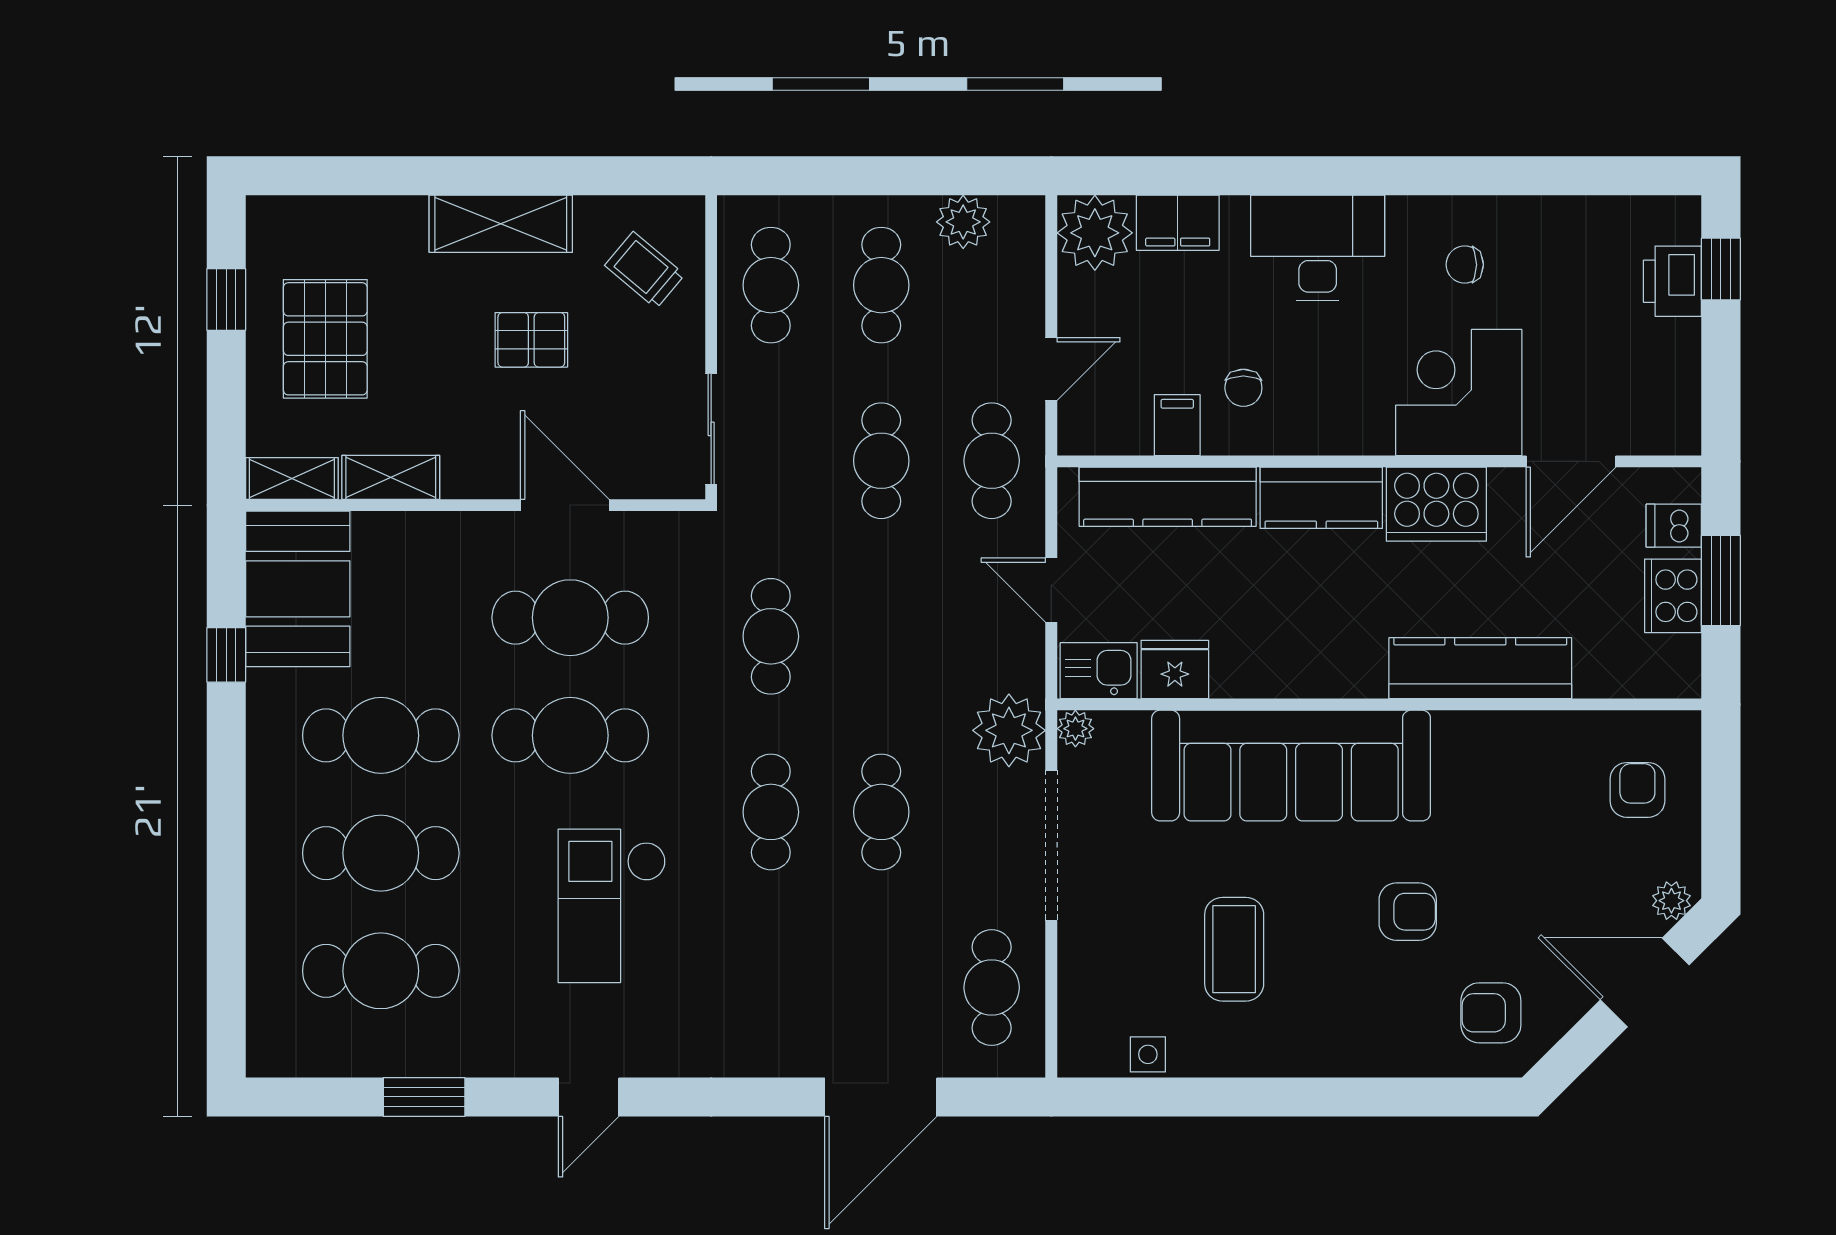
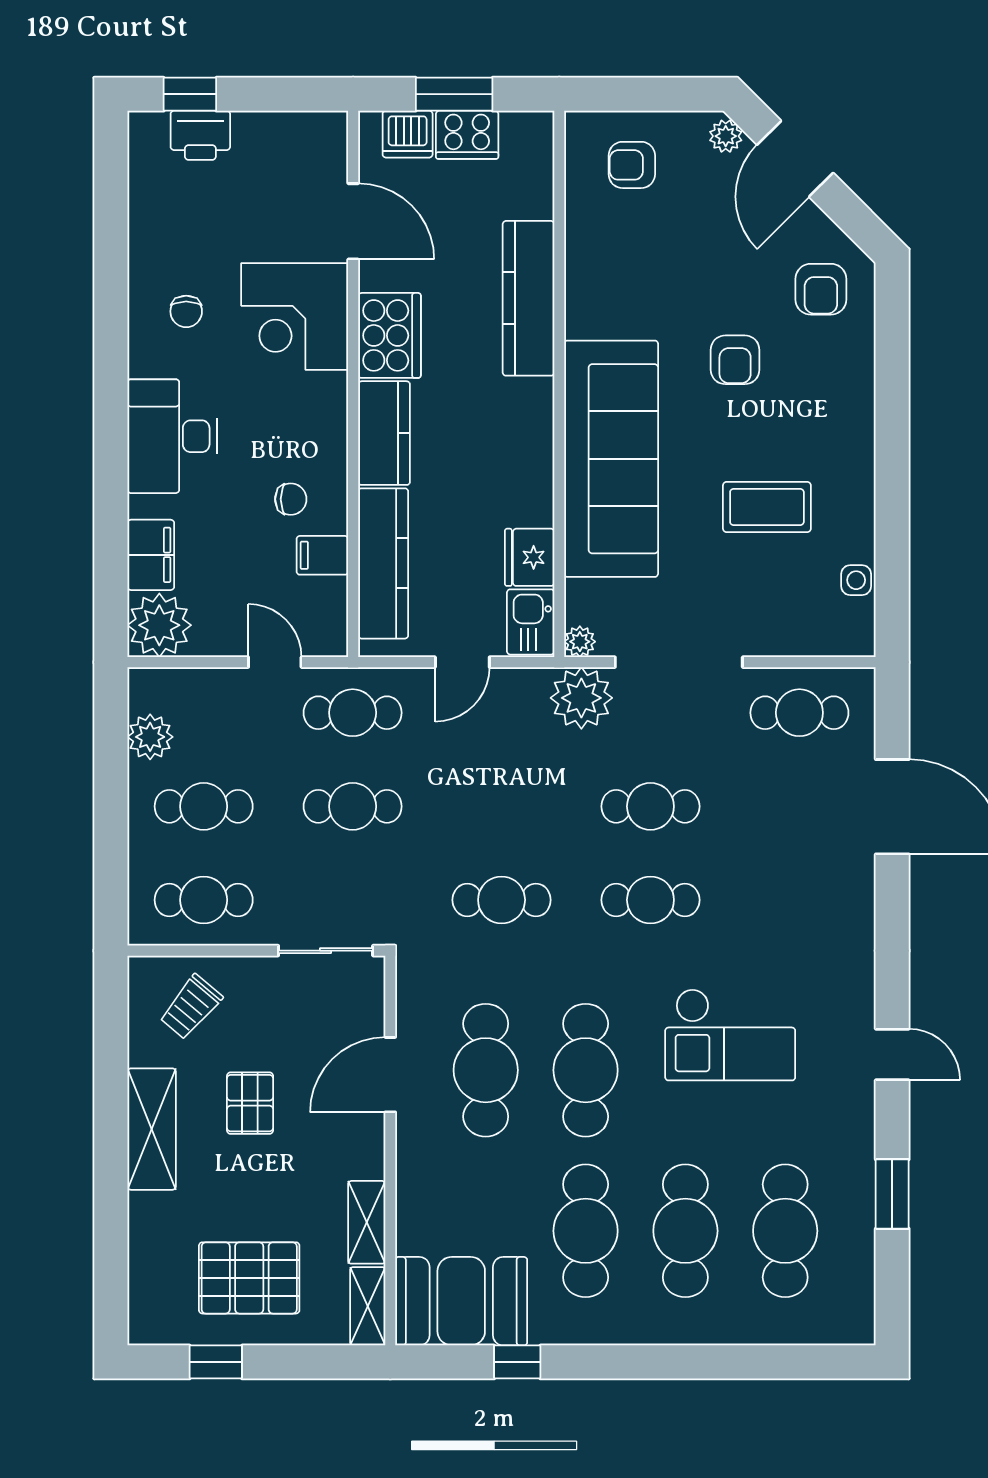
dishwasher: (1674, 526) -> (408, 134), width x1.38
armchair: (1408, 912) -> (735, 360), turned 180

